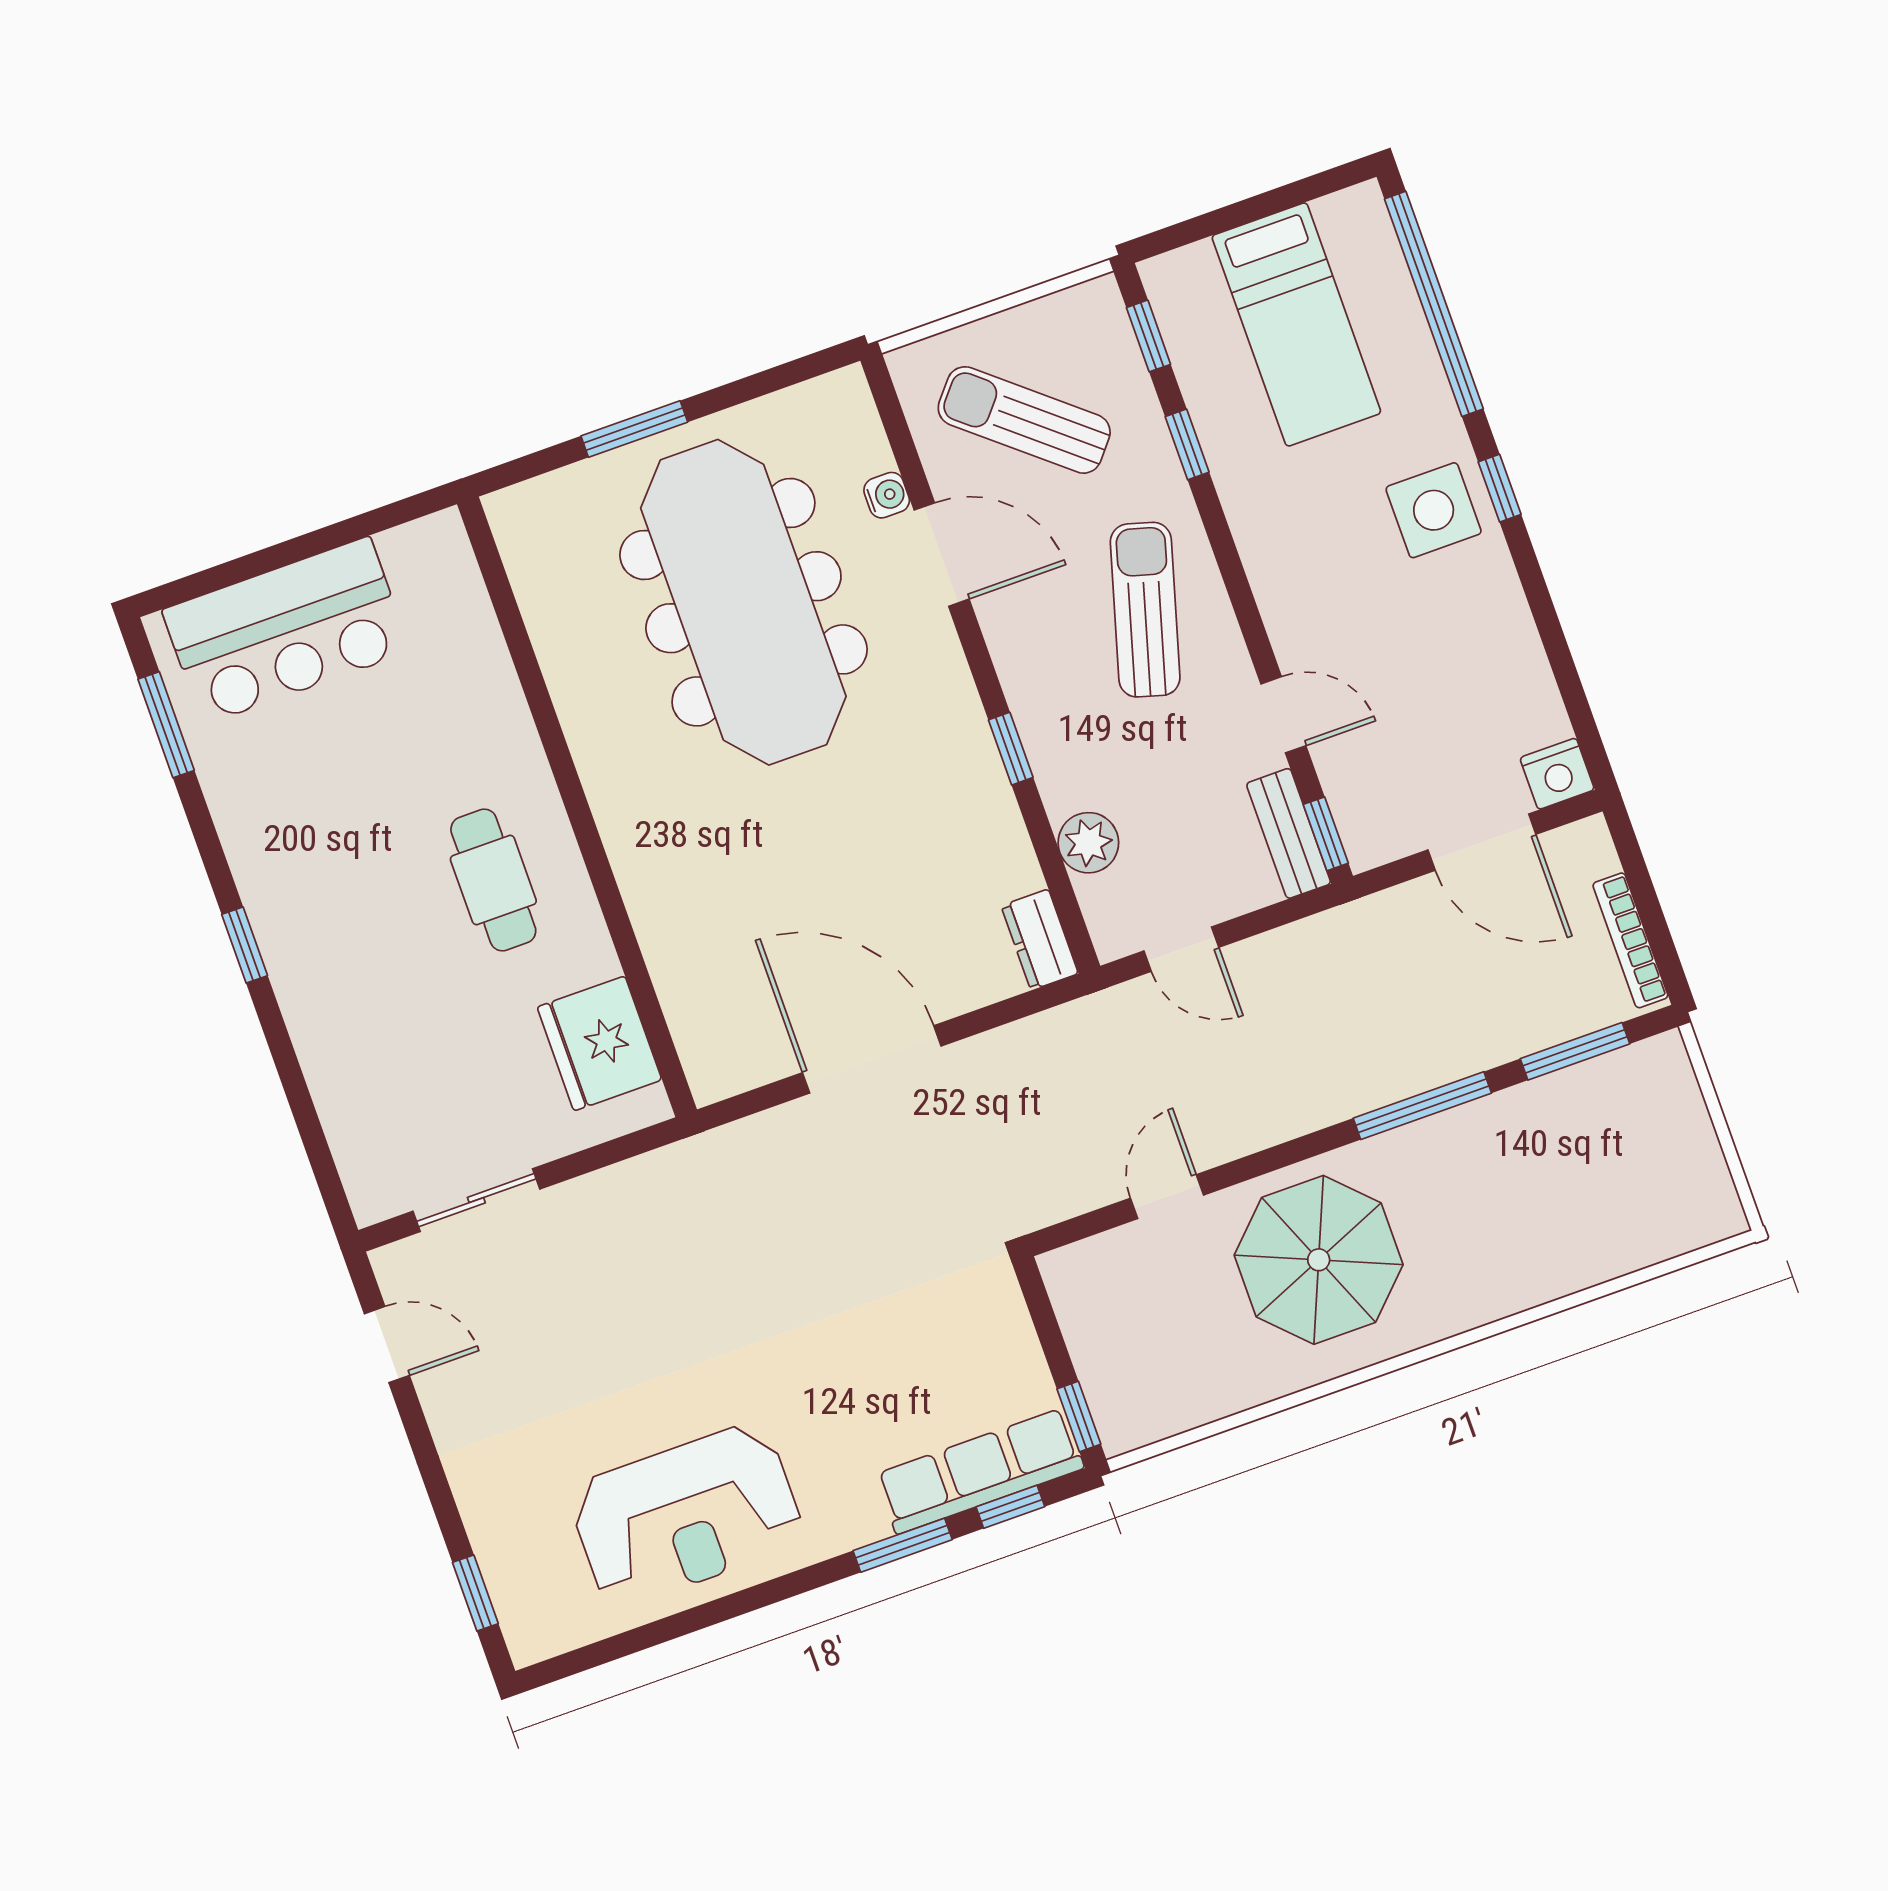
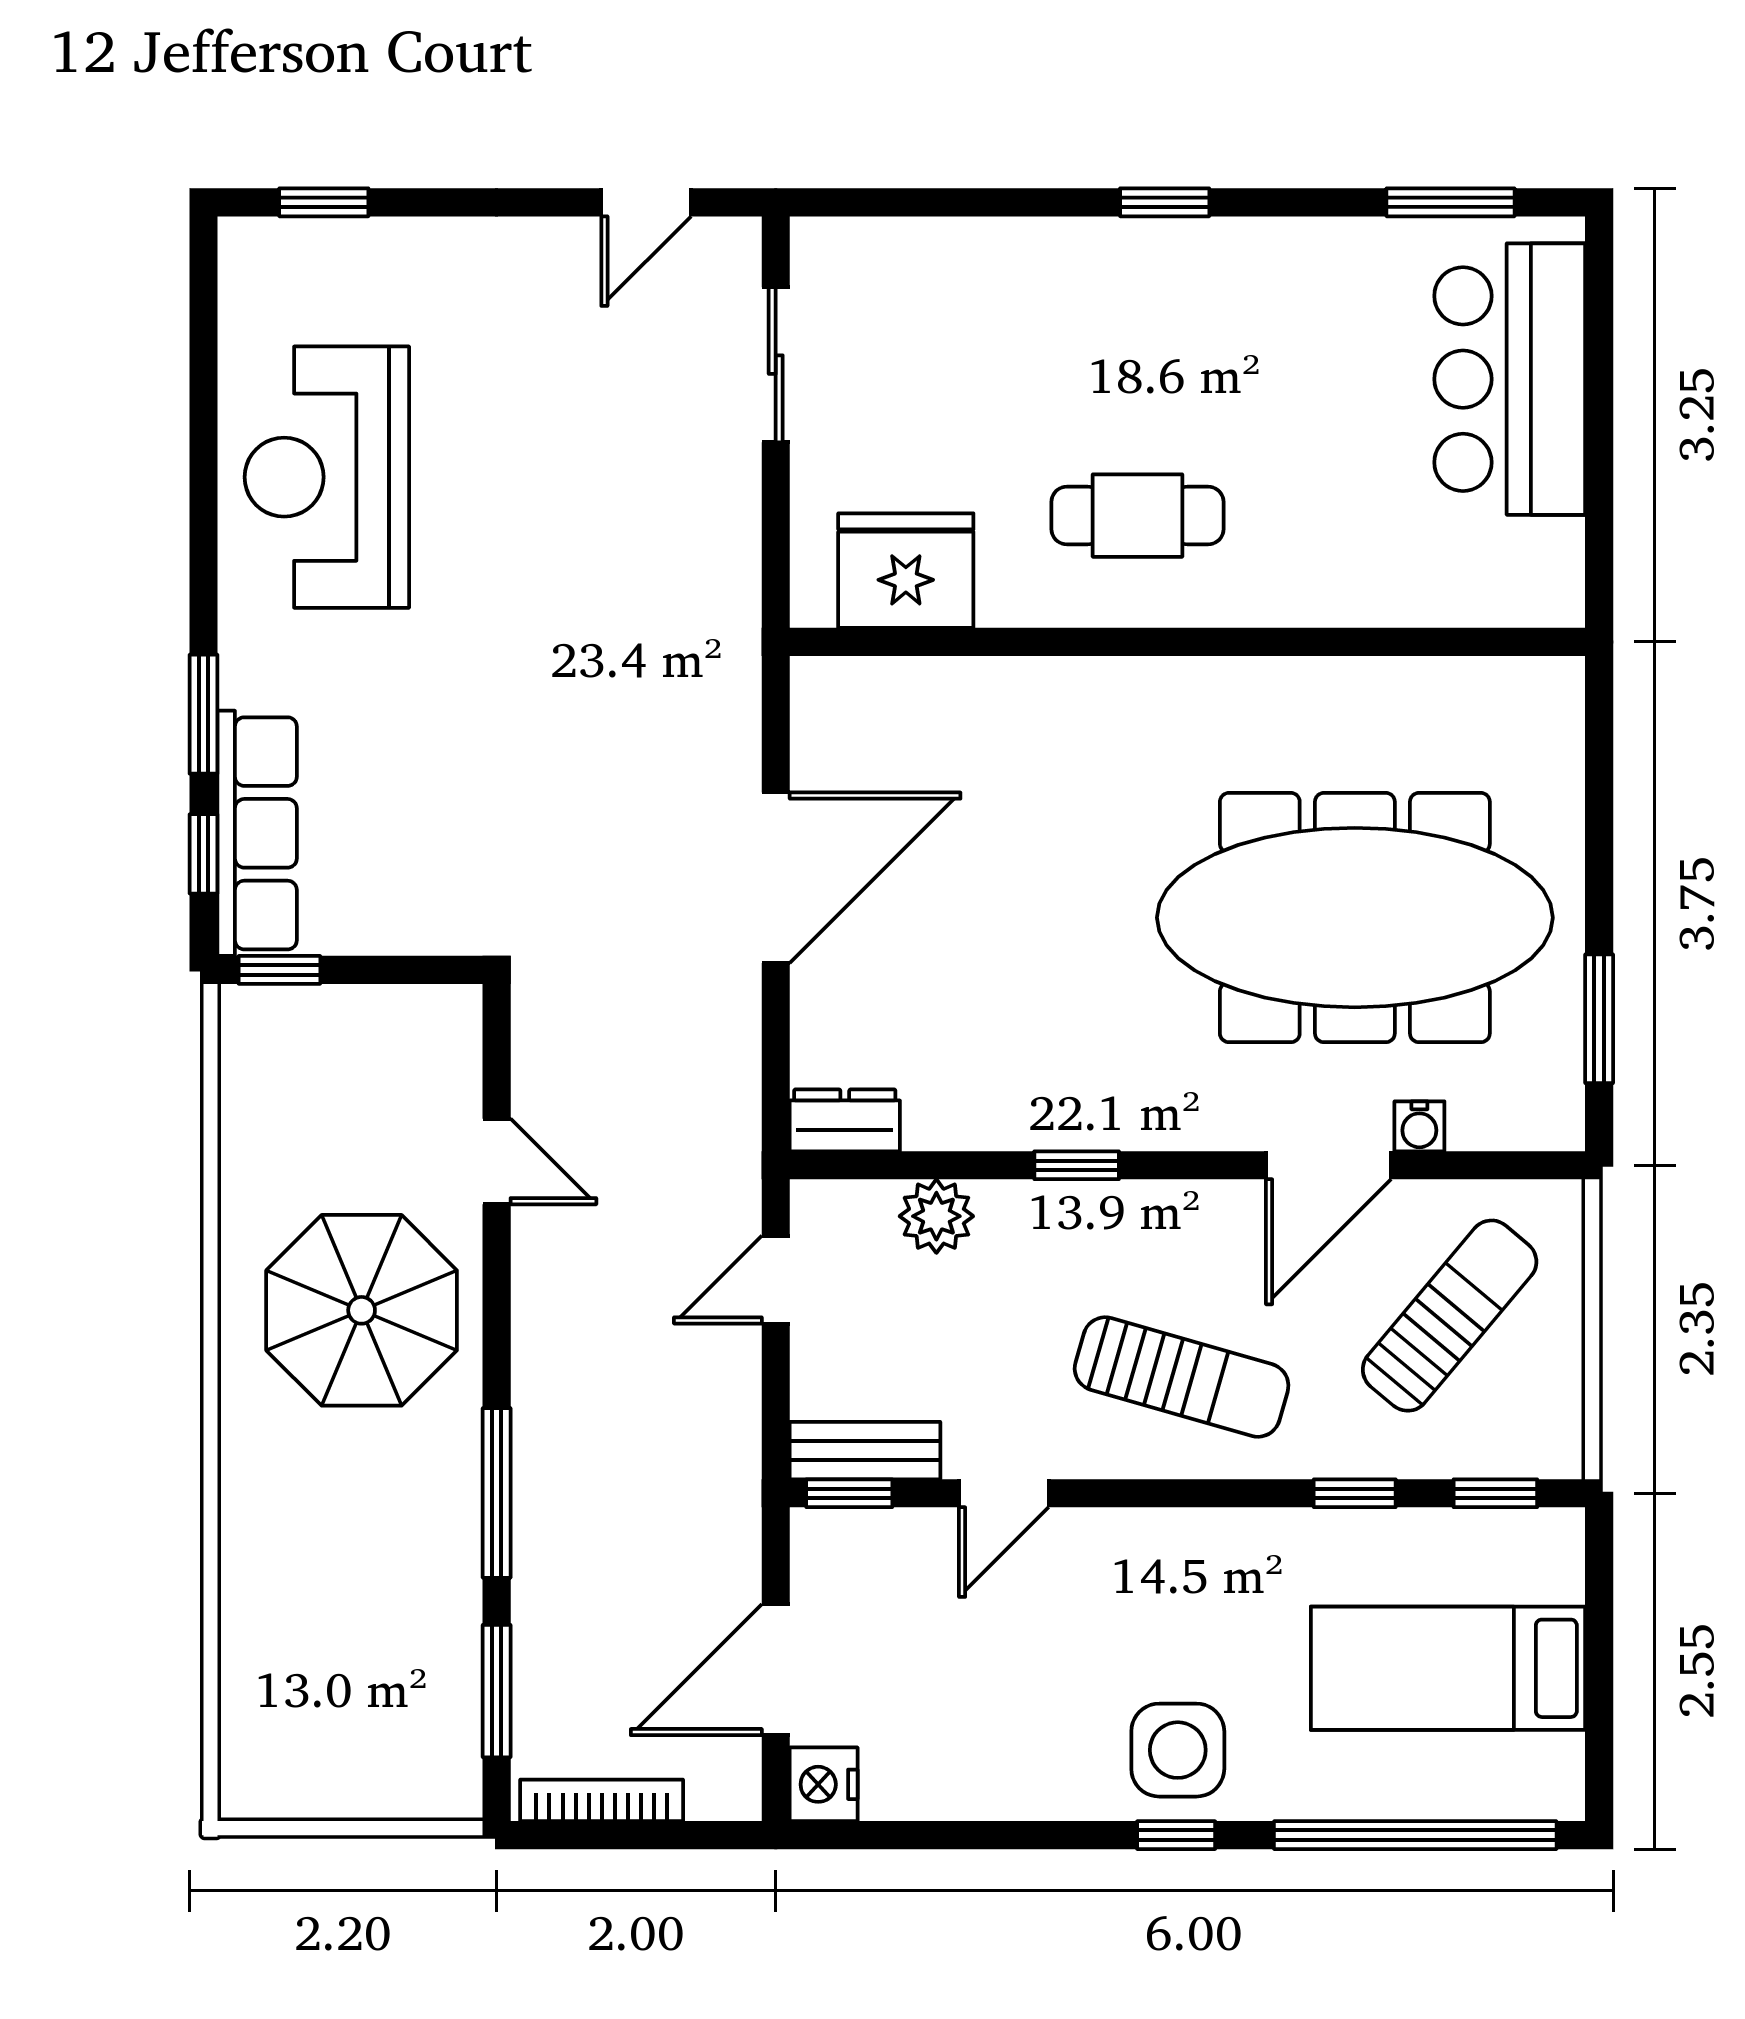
window: (634, 429) -> (1599, 1019), moved

